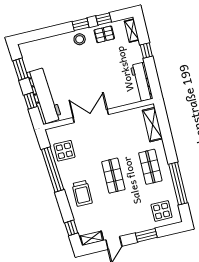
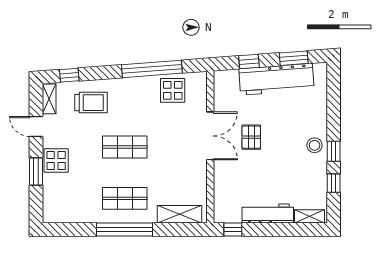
pallet: (104, 34) -> (251, 137), moved
window: (146, 51) -> (233, 229), moved
workbench: (142, 82) -> (268, 214), moved
workbench: (44, 96) -> (277, 79), moved
window: (178, 183) -> (125, 229), moved
trolley: (82, 193) -> (91, 103), moved, turned 180
display table: (162, 211) -> (56, 161), moved

